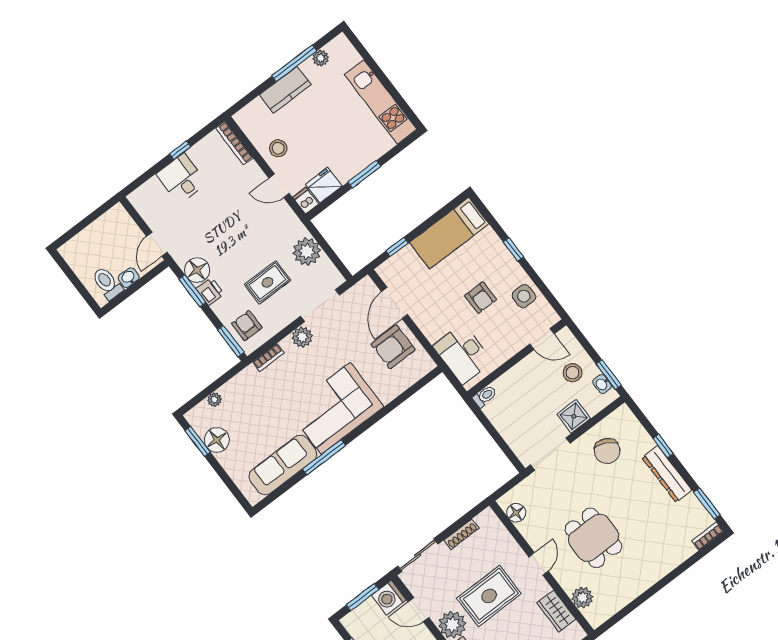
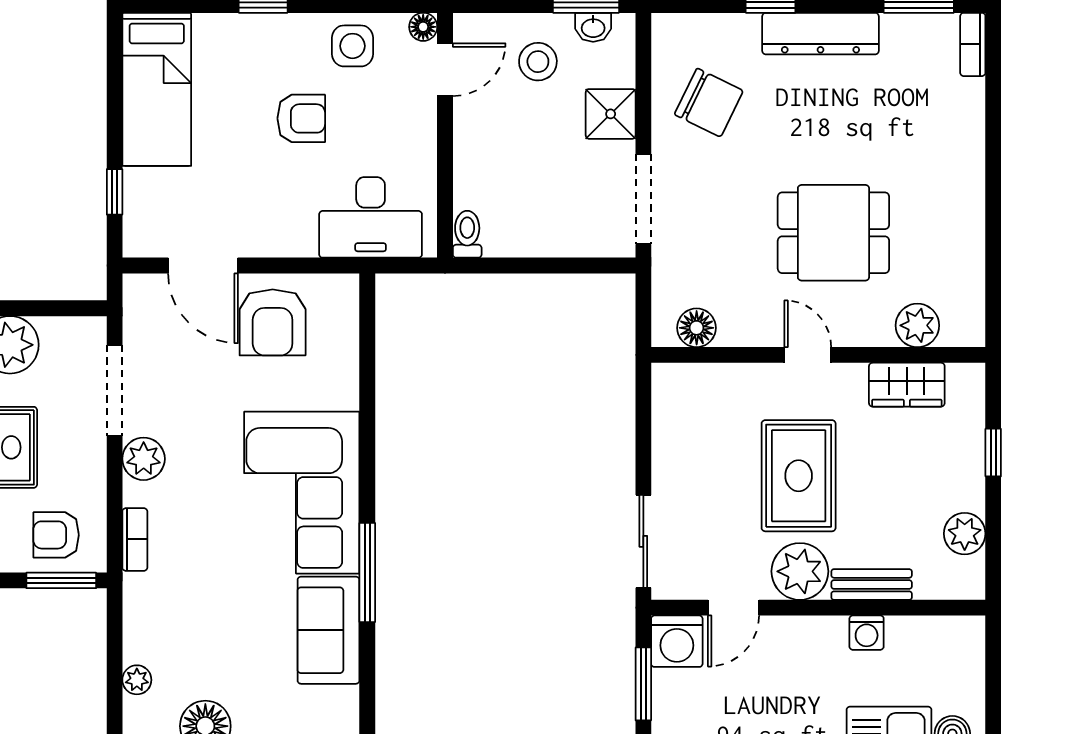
floor lamp: (552, 318) -> (423, 27), added
sofa: (283, 465) -> (328, 630), width x0.73
shoe rack: (461, 534) -> (663, 444), removed

